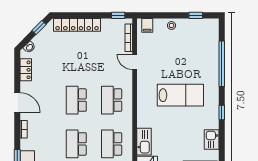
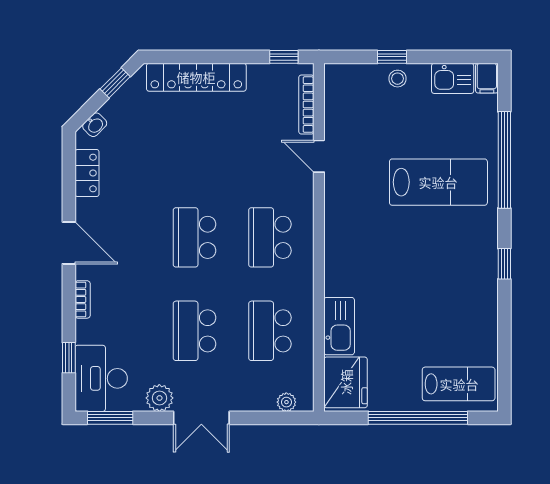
window: (196, 15) -> (392, 57), moved
filing cabinet: (147, 25) -> (487, 78), moved
lab bench: (180, 95) -> (438, 182), moved
kitchen sink: (212, 139) -> (453, 78), moved, turned -90

